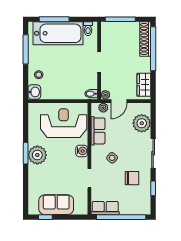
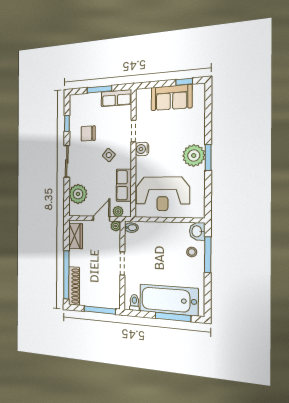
window: (26, 49) -> (208, 255), moved
water cooler: (82, 151) -> (142, 149), moved
window: (121, 217) -> (99, 89), width x0.47

